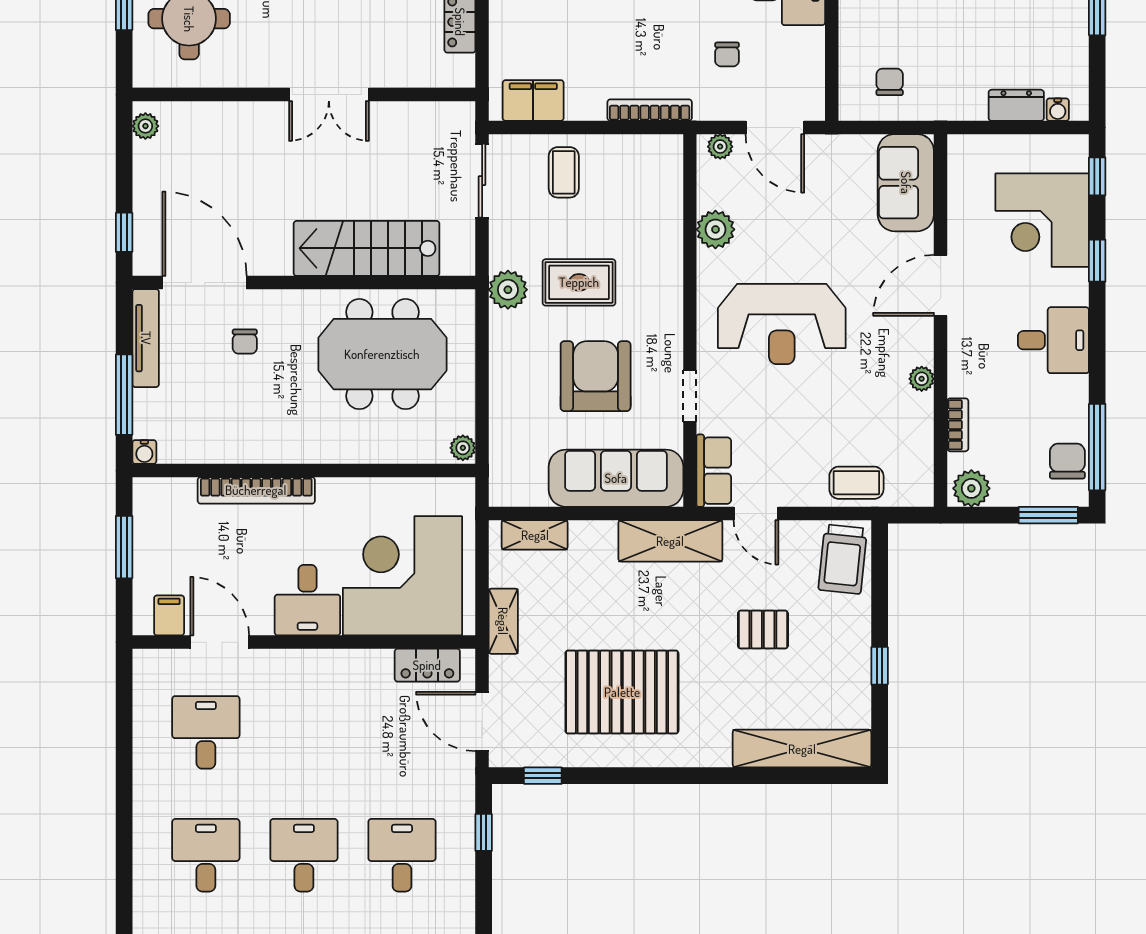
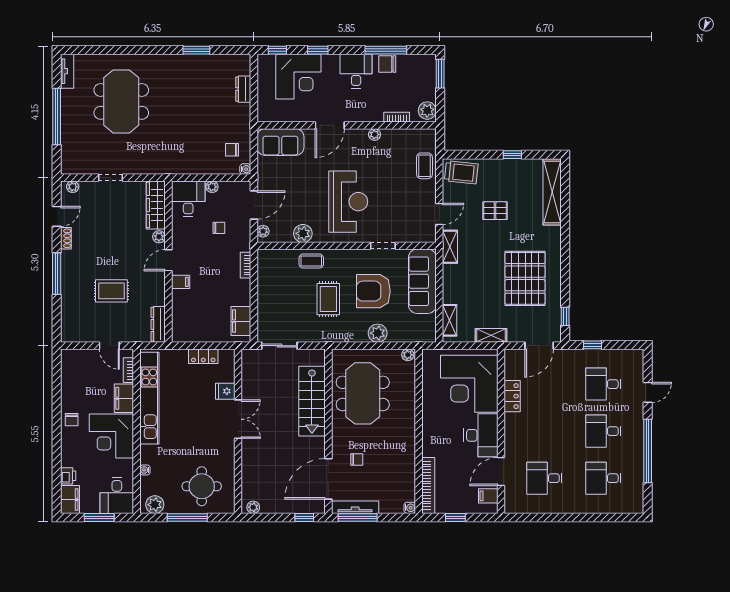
plant: (813, 40) -> (212, 187), added
fridge: (387, 68) -> (225, 391), added
bookcase: (650, 110) -> (246, 265), width x0.64
water cooler: (1058, 110) -> (245, 169), moved
coffee table: (564, 172) -> (311, 261), moved
door: (941, 285) -> (330, 125), hinge flipped
plant: (508, 290) -> (378, 333), moved
window: (124, 395) -> (358, 517), moved
window: (1097, 447) -> (386, 50), moved
chair: (1067, 461) -> (387, 64), moved
row of seats: (714, 471) -> (419, 234), removed
bookcase: (256, 490) -> (428, 485), moved
shelving: (670, 541) -> (450, 247), width x0.67, depth x0.75
window: (124, 547) -> (455, 517), width x0.67
desk: (307, 600) -> (481, 435), width x1.37
pallet: (763, 630) -> (495, 211), turned 90
locker: (427, 665) -> (512, 396), moved

